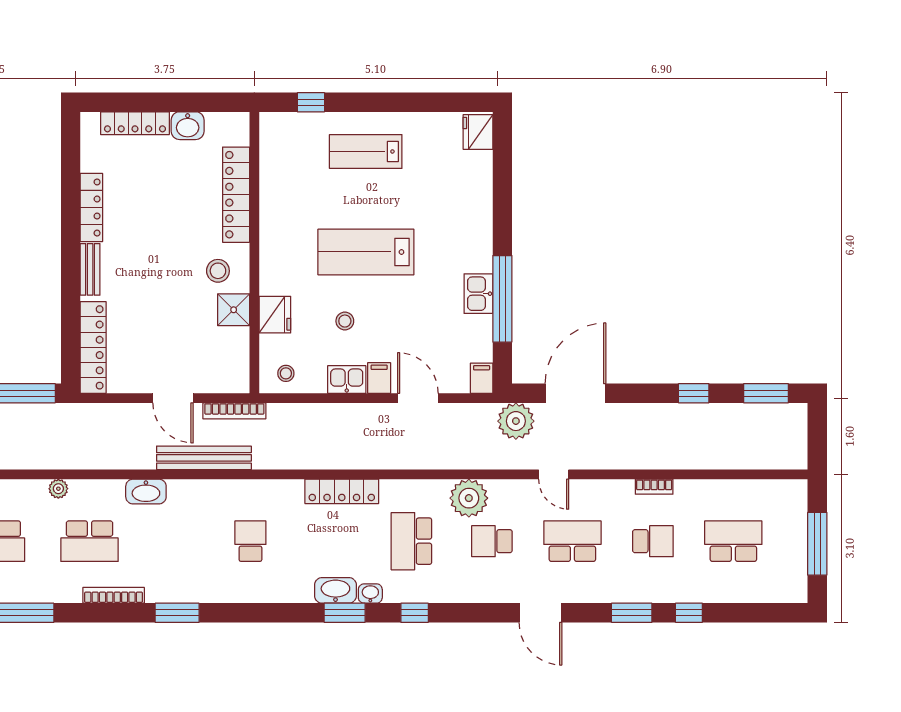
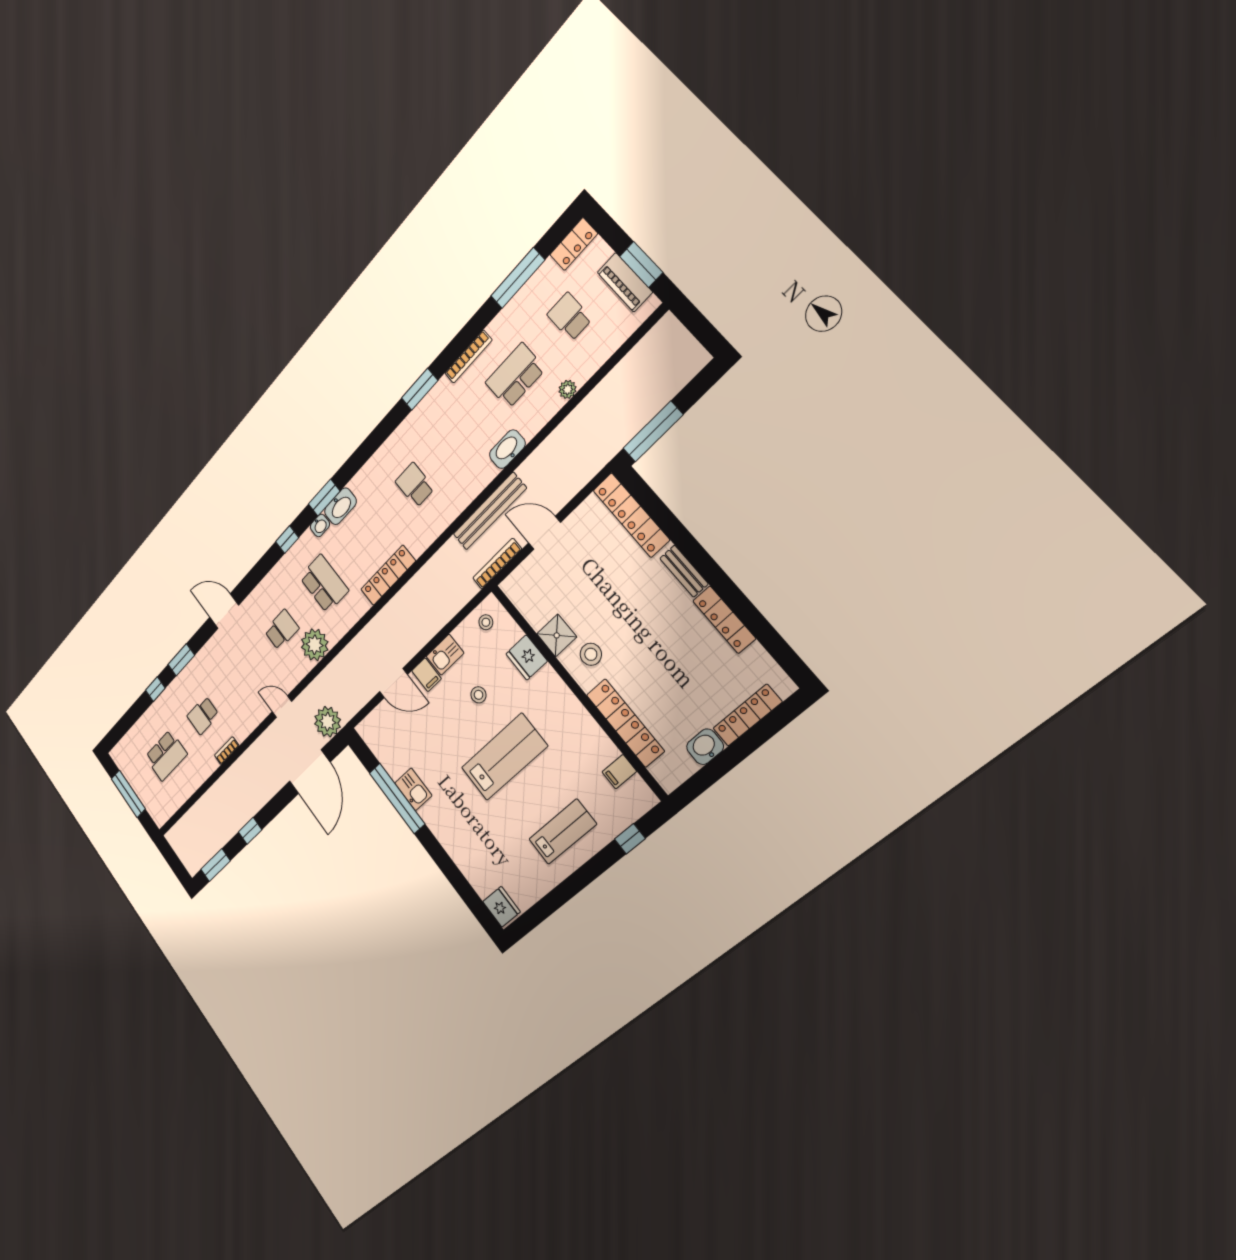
filing cabinet: (482, 378) -> (619, 772), moved, turned 90
school desk: (250, 541) -> (415, 485), turned 180
school desk: (572, 541) -> (241, 673), removed

